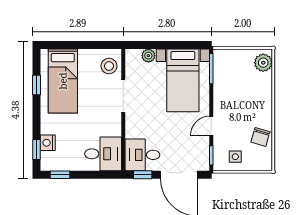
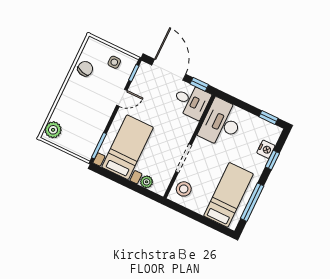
window: (36, 85) -> (252, 202), width x2.17
window: (36, 150) -> (272, 160), moved
desk: (103, 154) -> (221, 123), width x1.37

